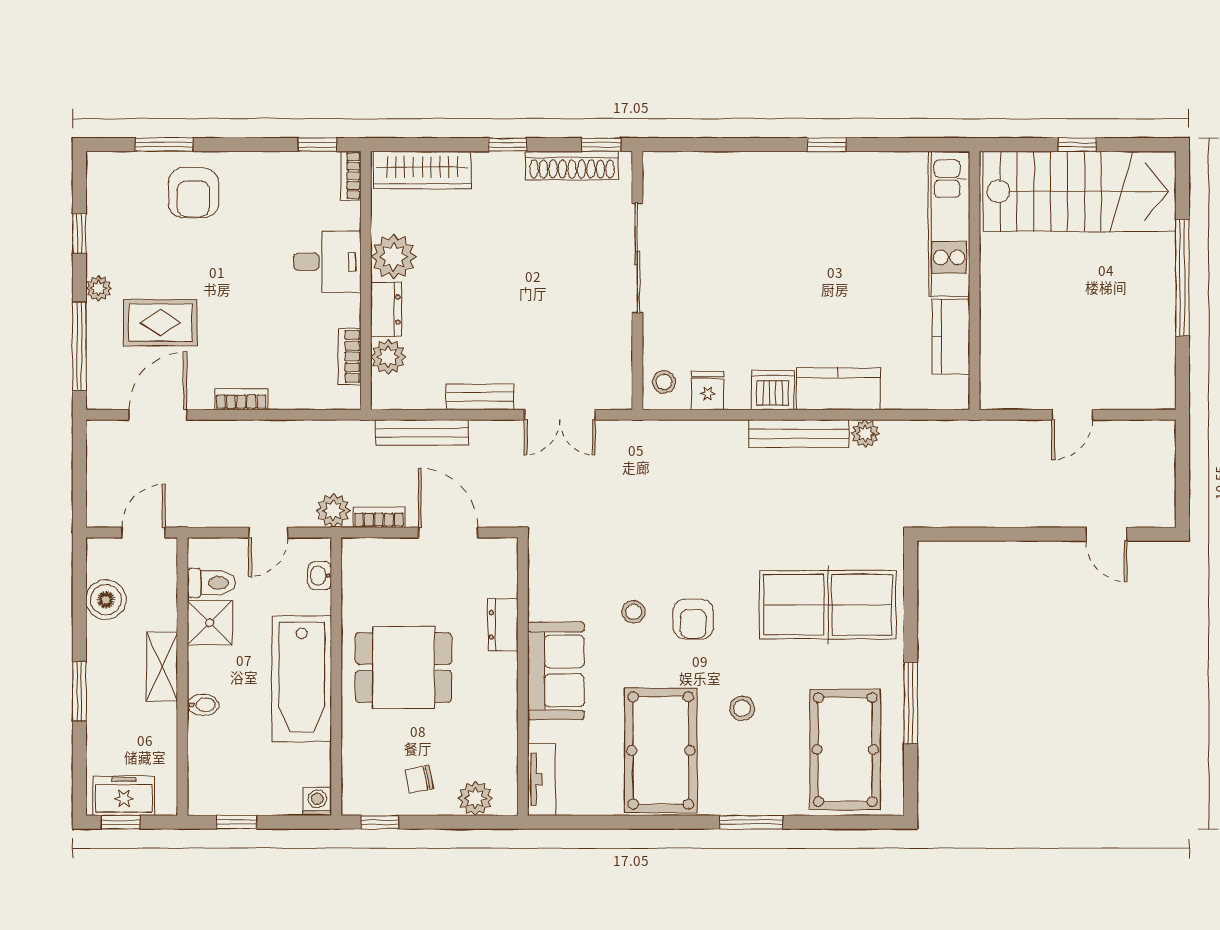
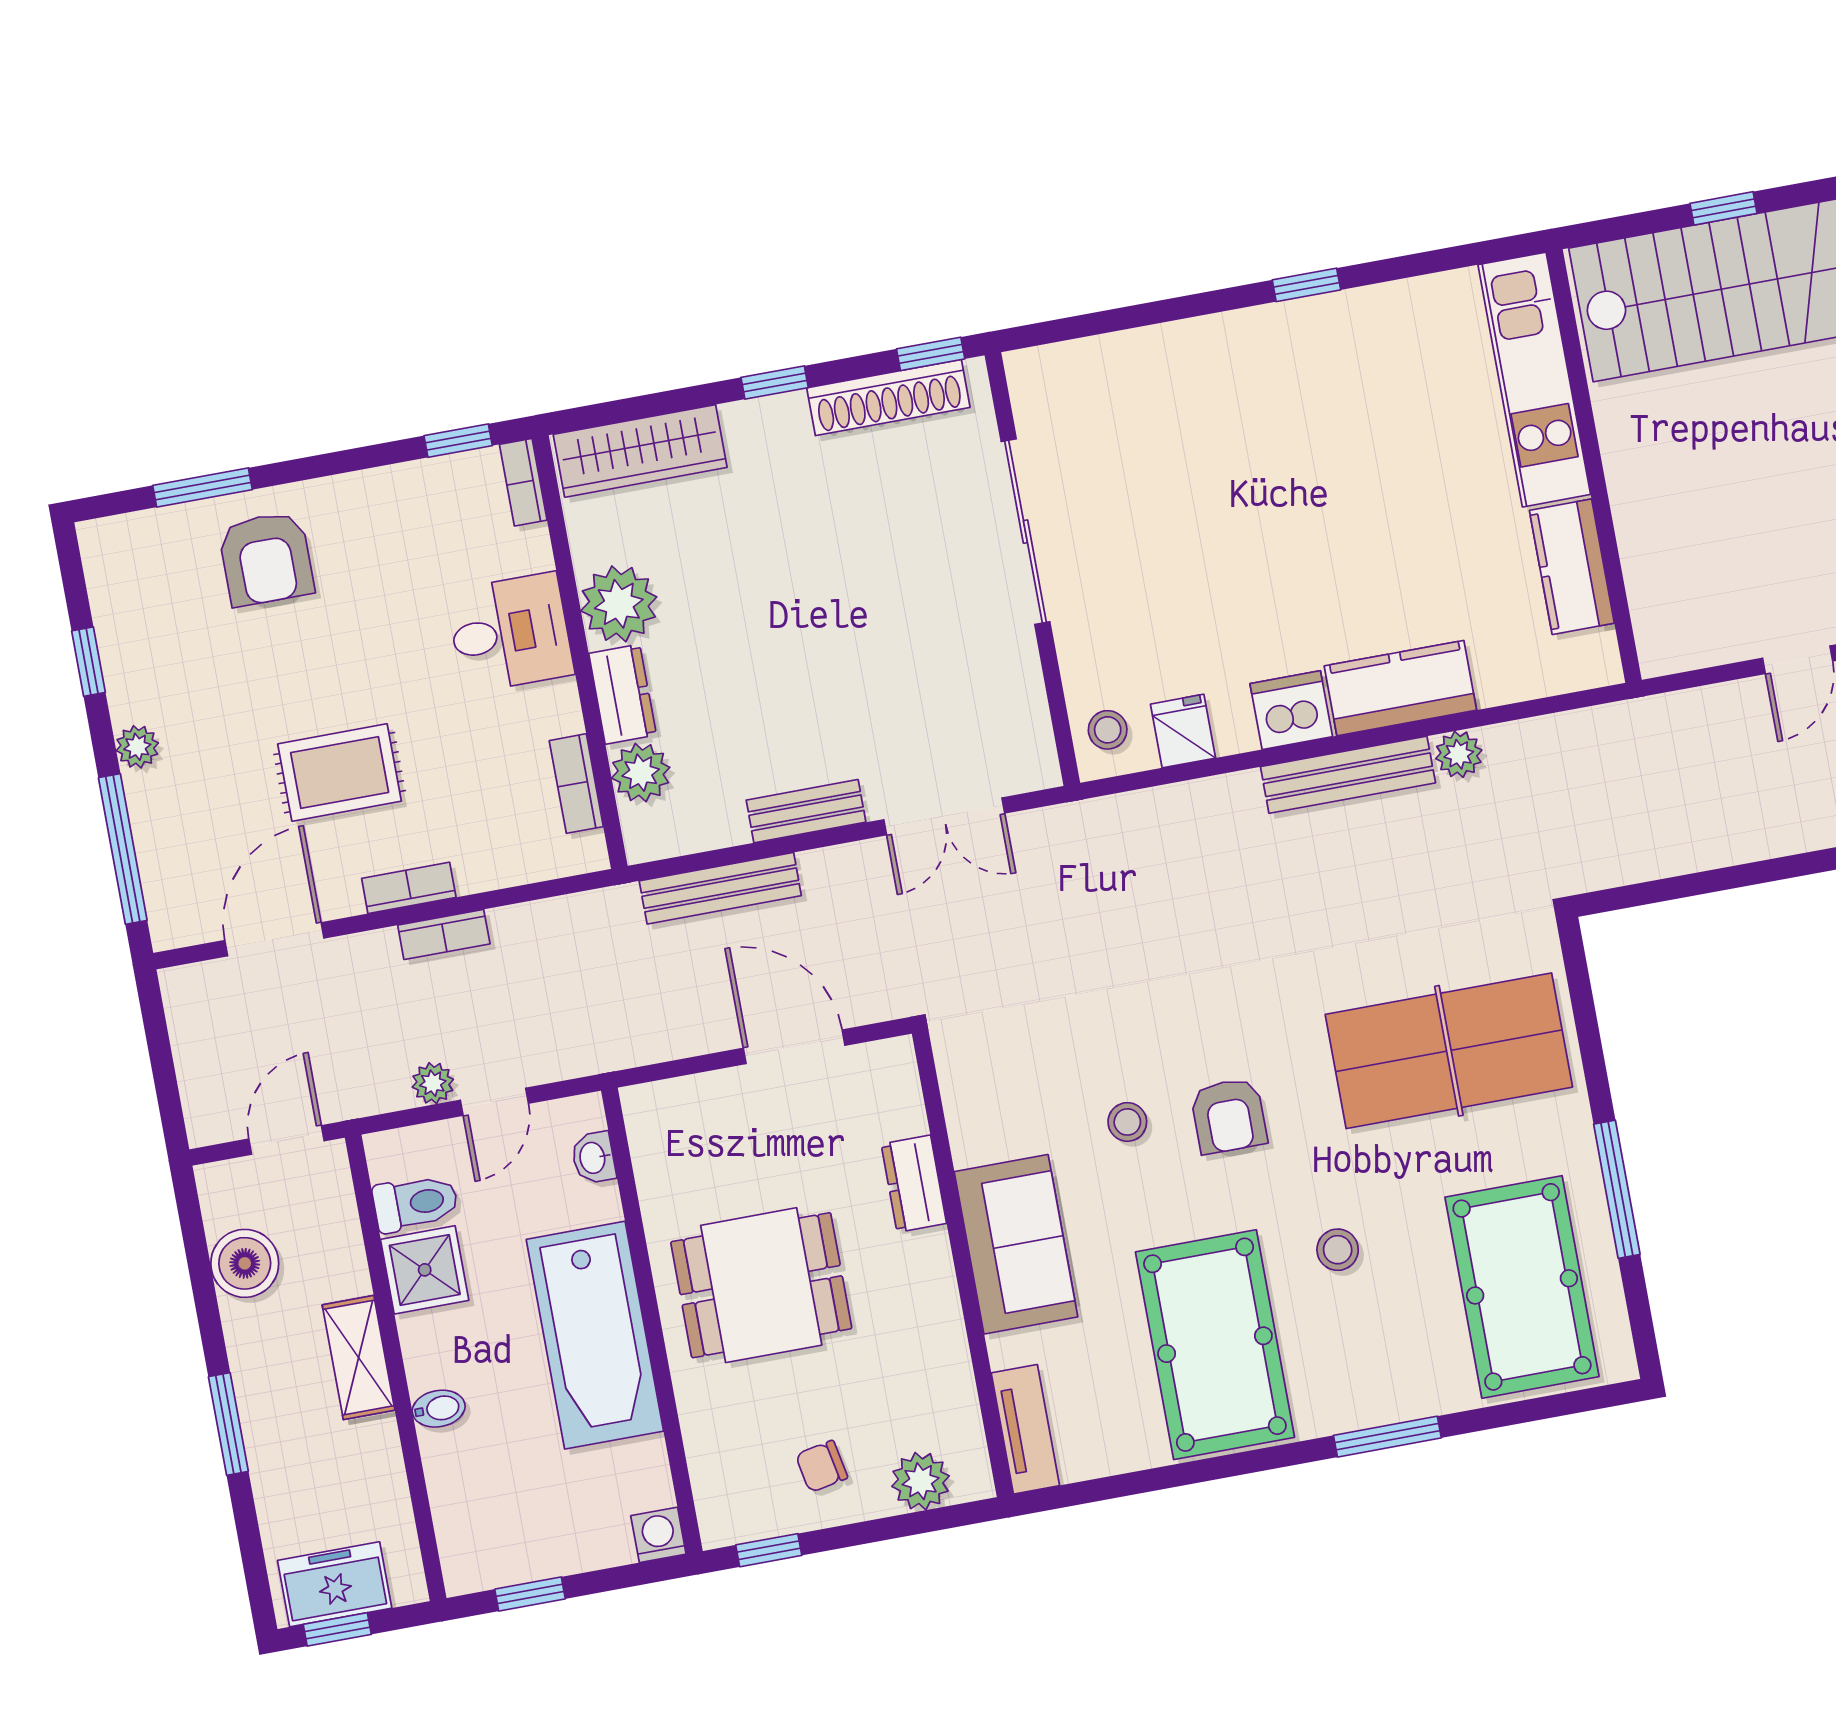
rug: (160, 323) -> (340, 773), moved
plant: (333, 511) -> (433, 1083), moved, width x0.73, depth x0.73
bookcase: (379, 517) -> (444, 934), moved, turned 180

